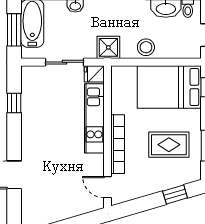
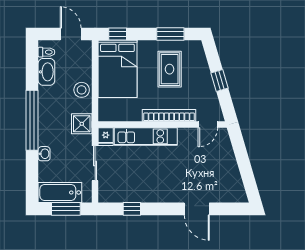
window: (175, 194) -> (219, 81), moved

